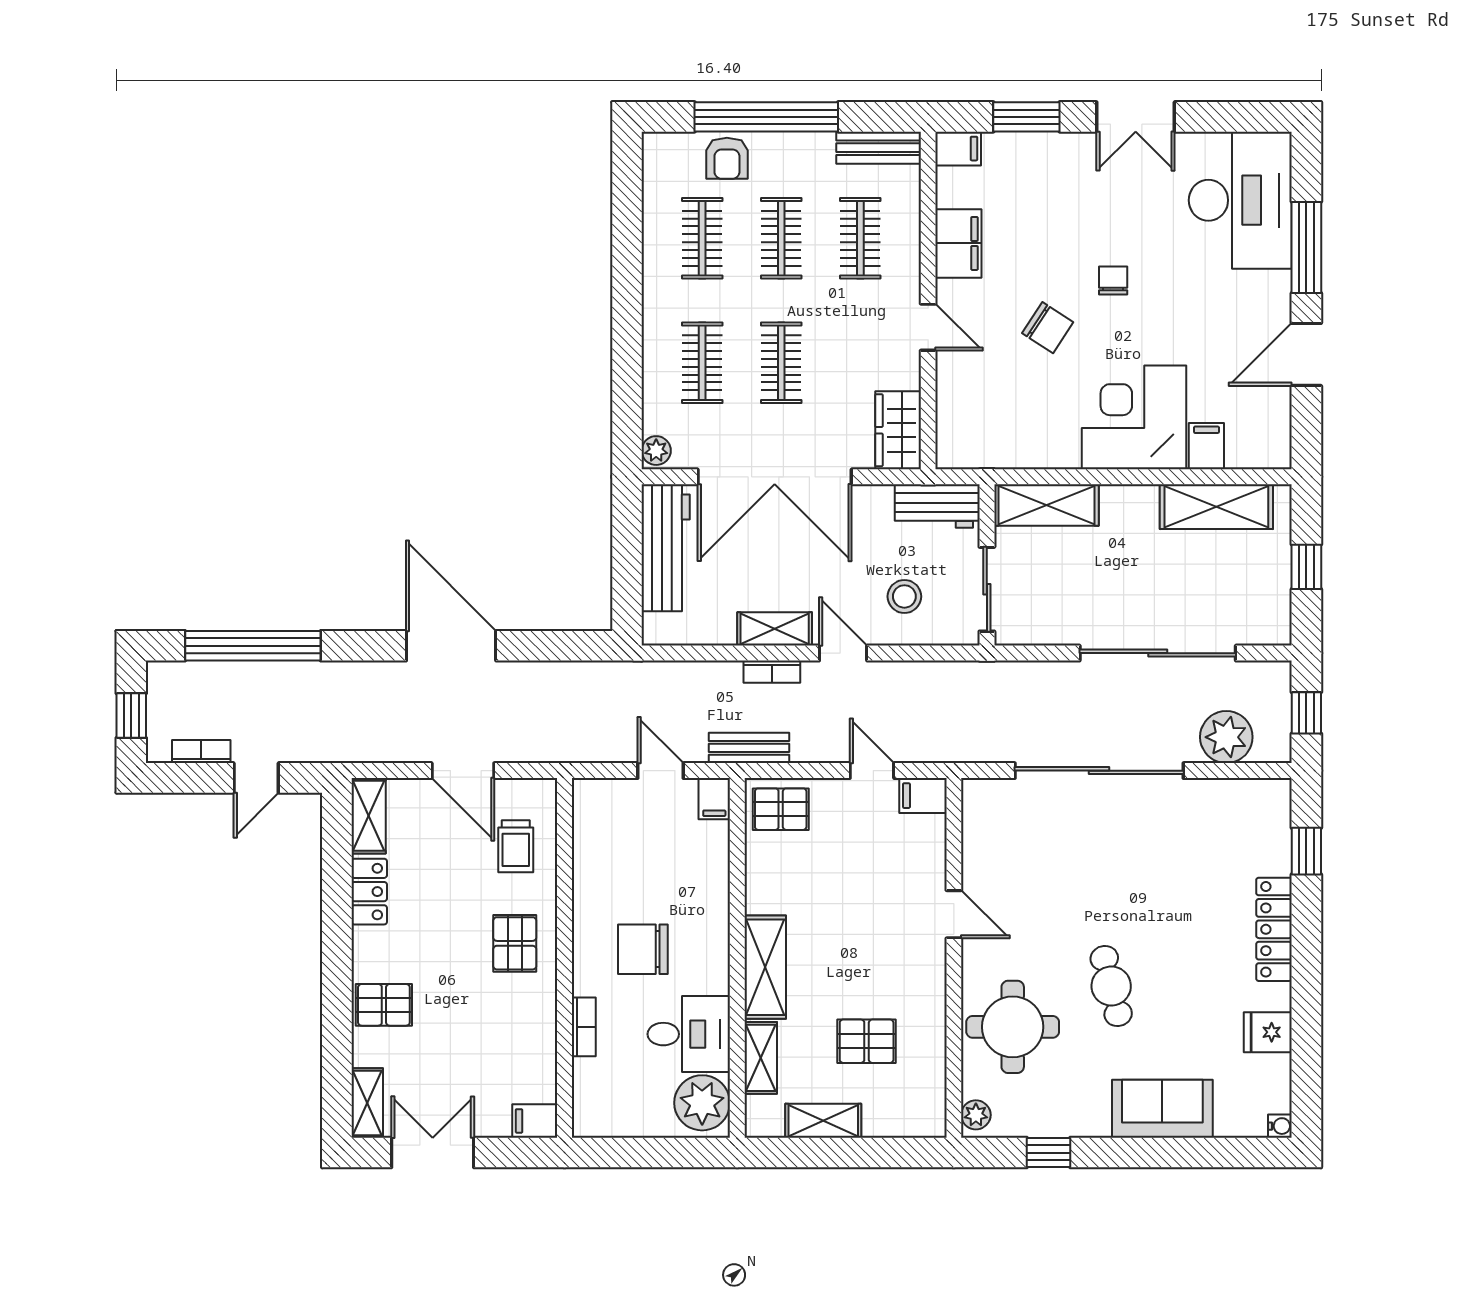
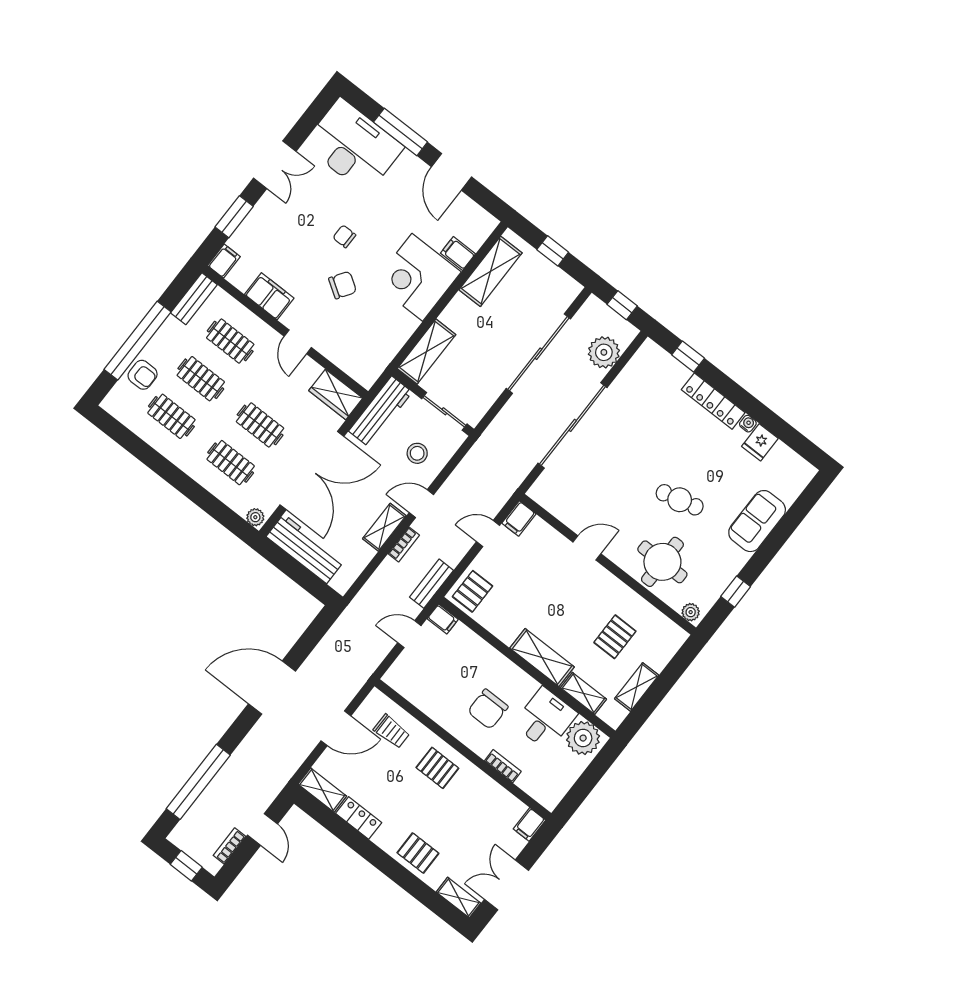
door: (928, 327) -> (298, 342), swing flipped
workbench: (937, 506) -> (380, 412), width x1.38
pallet: (384, 1005) -> (418, 853), turned 90
water cooler: (1280, 1126) -> (748, 424), moved

